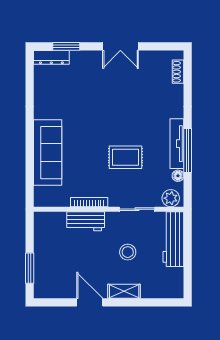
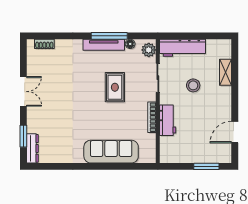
shelving: (124, 291) -> (226, 72), moved
door: (90, 302) -> (235, 132), moved

